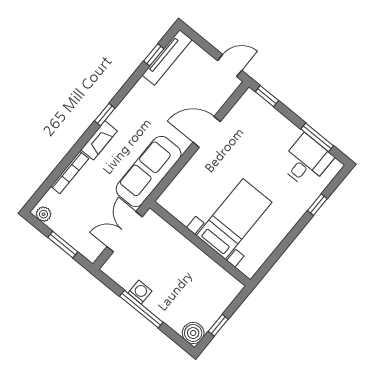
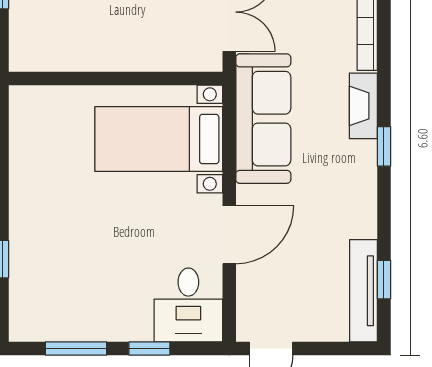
window: (267, 96) -> (149, 349), moved
desk: (306, 161) -> (188, 305), moved
bed with nightstands: (234, 219) -> (159, 139), moved, turned 90

